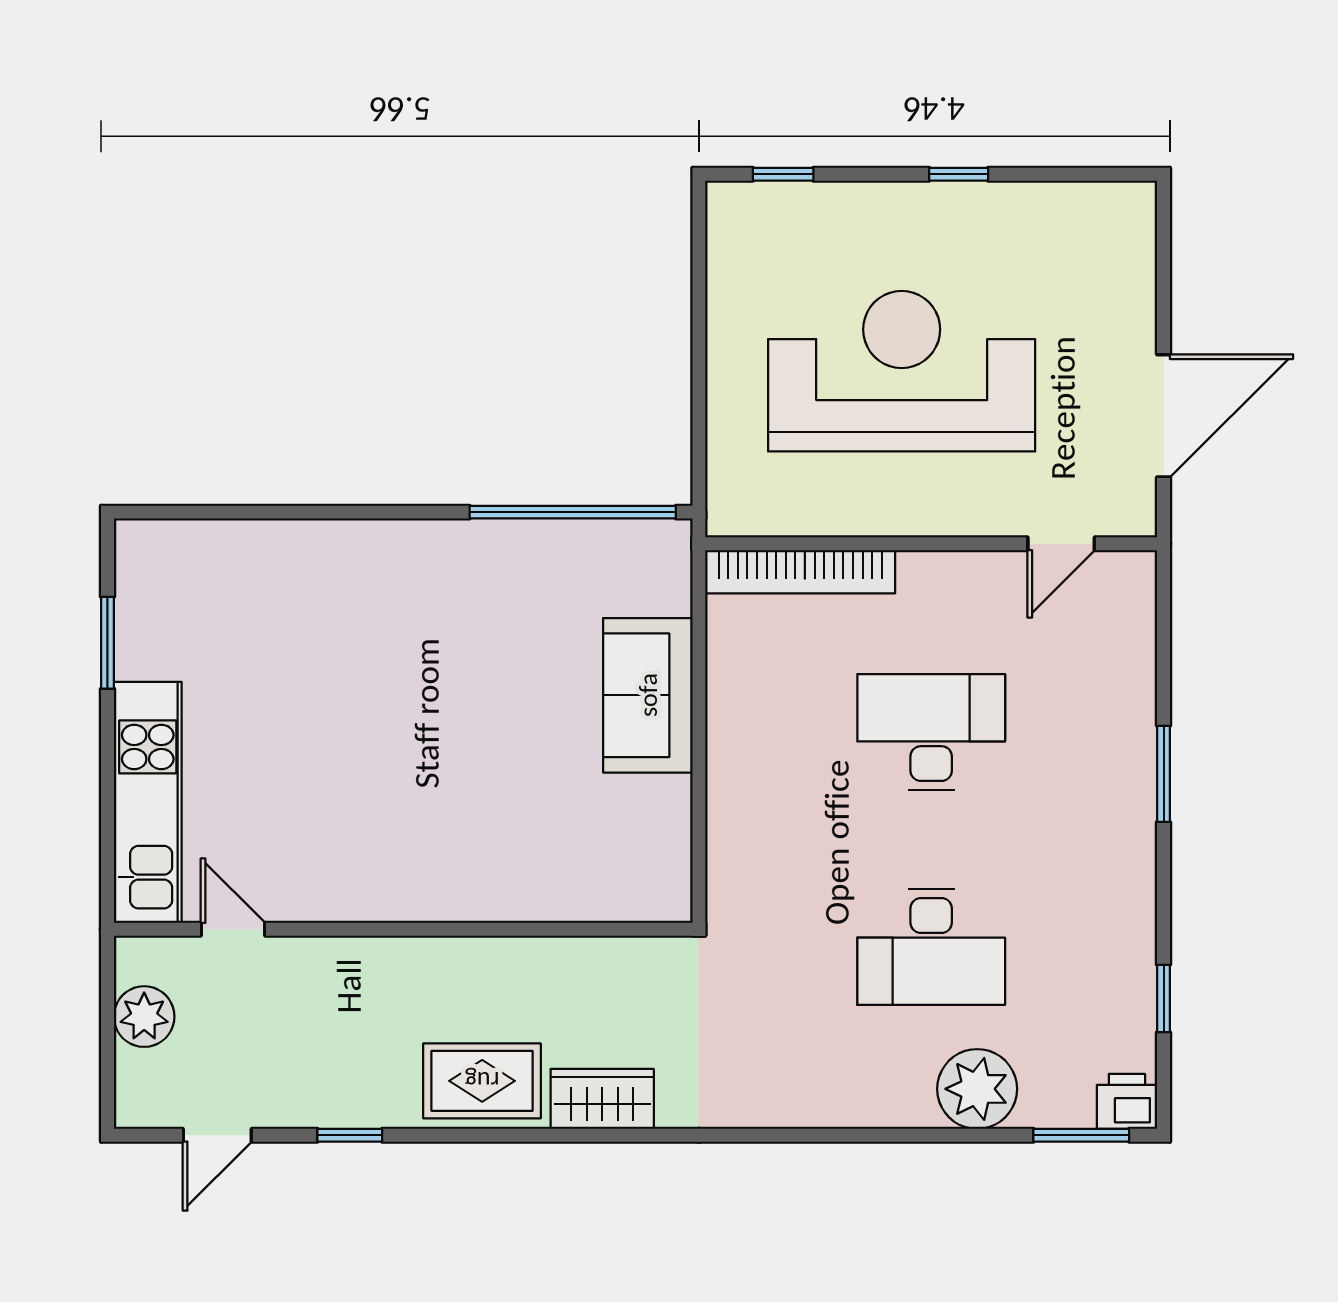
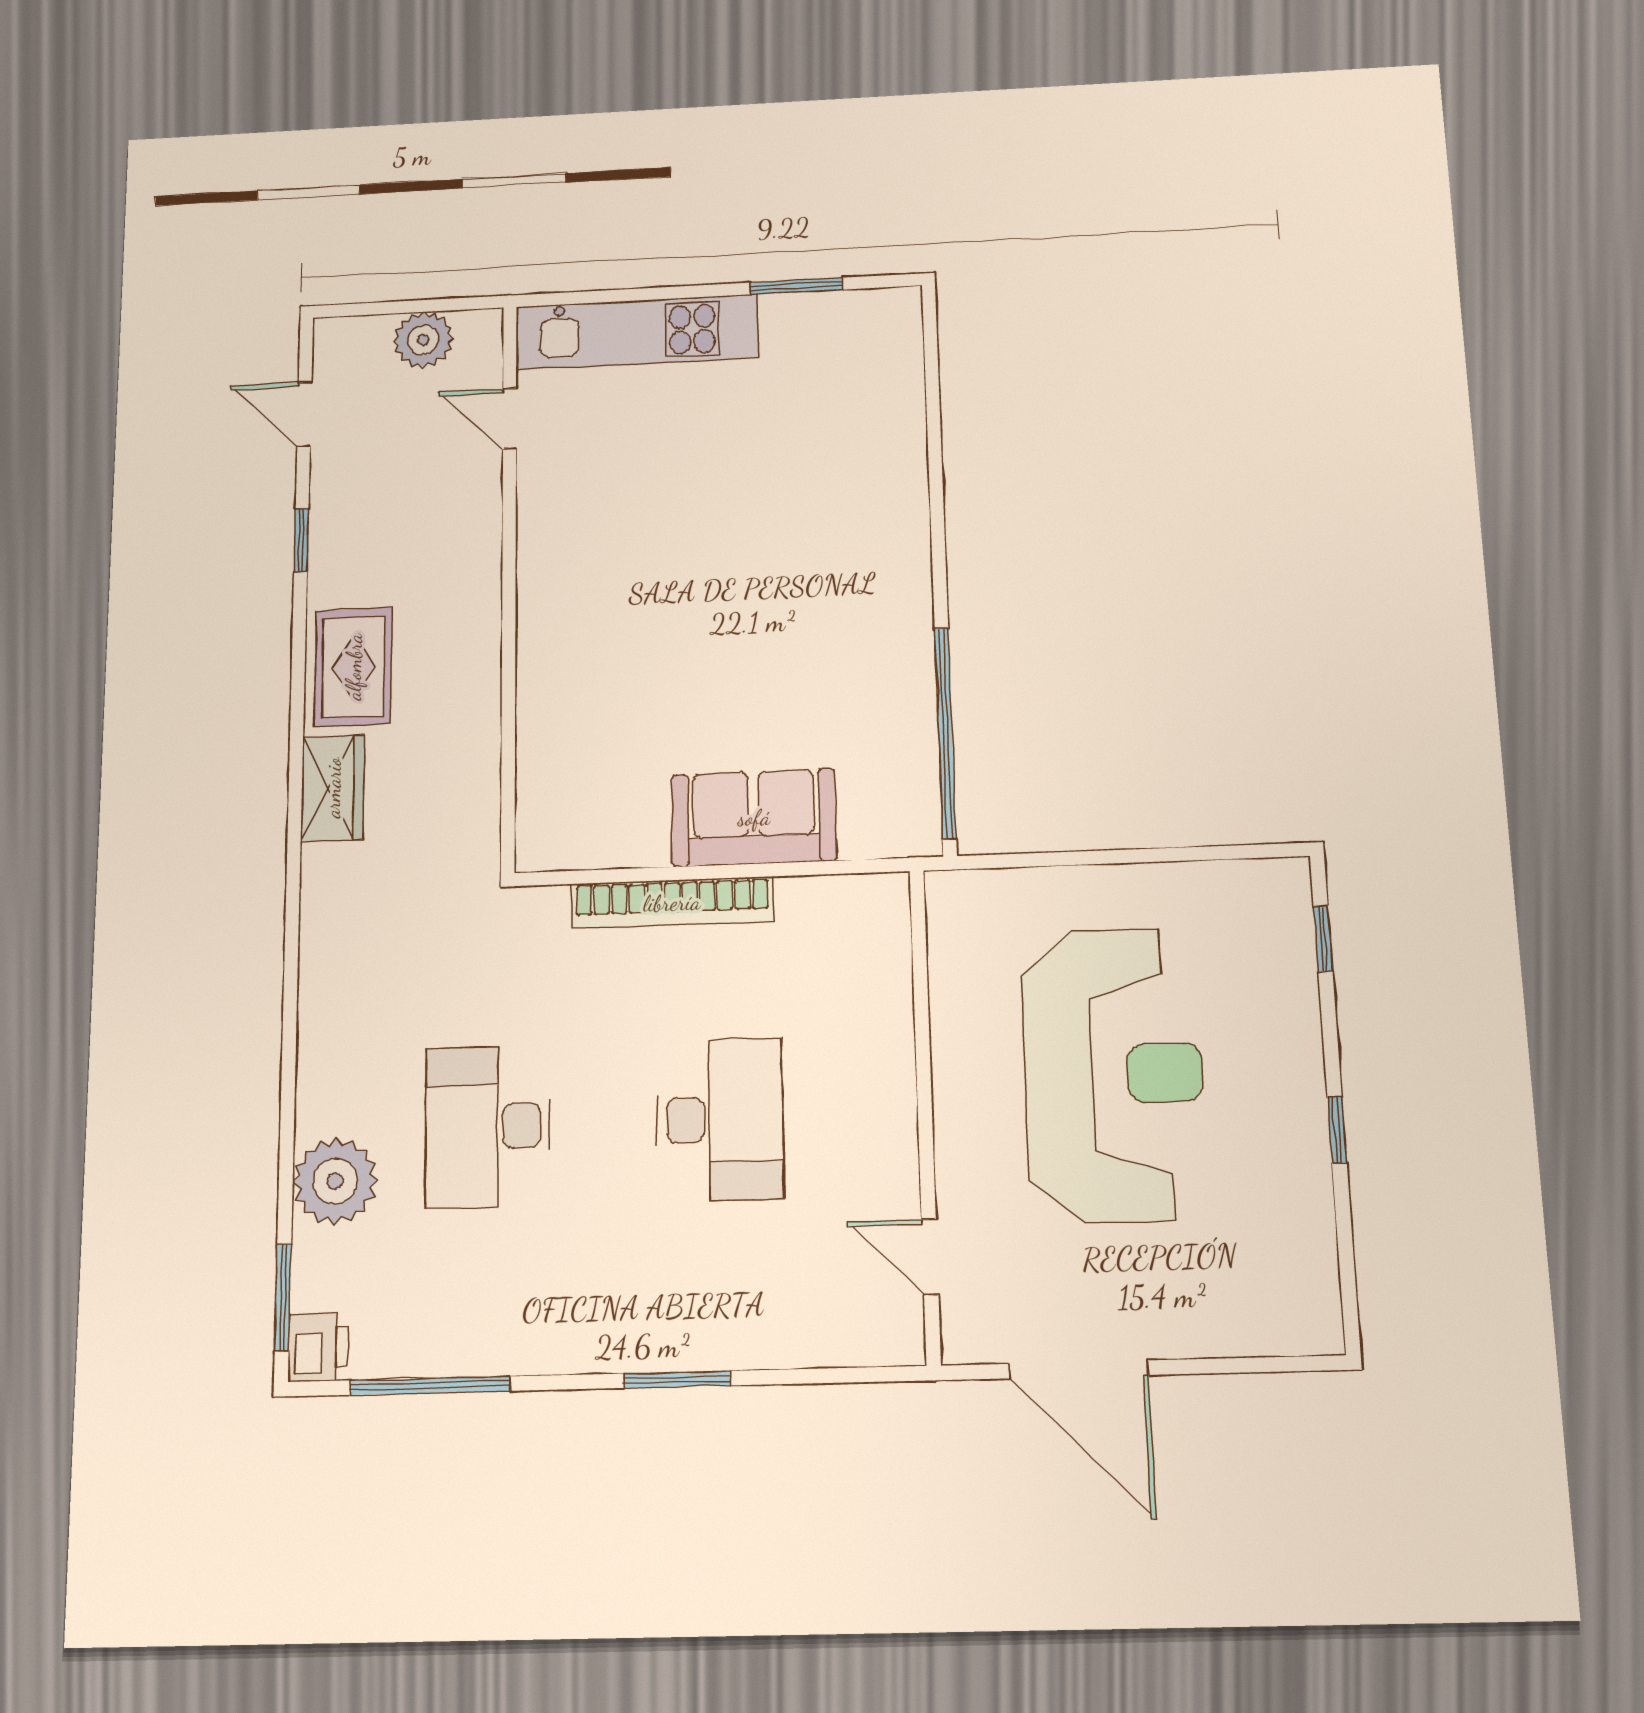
bookcase: (800, 572) -> (672, 903), moved, turned -90
door: (233, 929) -> (510, 419), swing flipped
window: (1164, 998) -> (430, 1386), width x2.17

